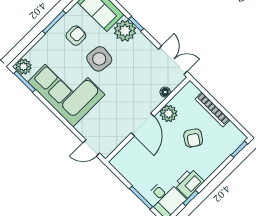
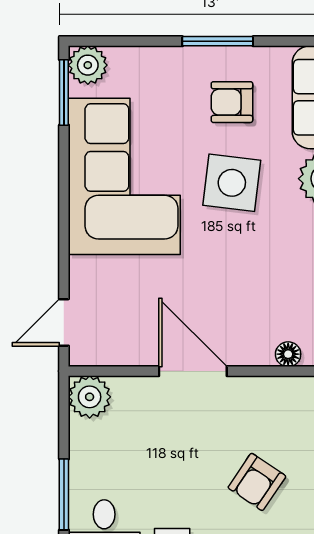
armchair: (76, 36) -> (232, 102), turned 180
plant: (169, 113) -> (90, 397), moved
door: (143, 125) -> (193, 371), swing flipped
door: (91, 148) -> (64, 322), hinge flipped

